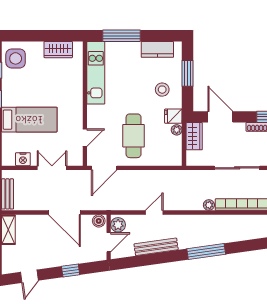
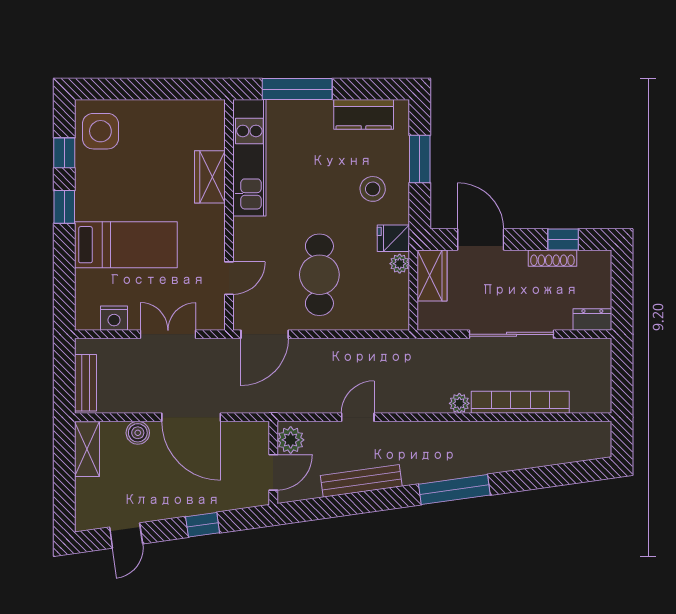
wardrobe: (58, 50) -> (210, 177), moved, turned 90
boiler: (99, 221) -> (138, 433), moved

